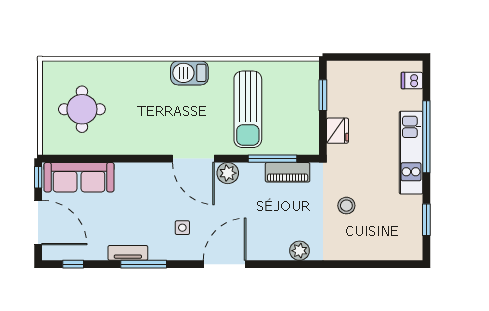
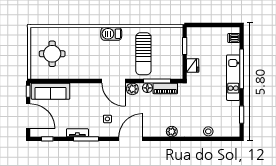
floor lamp: (255, 171) -> (147, 88), added
stool: (346, 206) -> (208, 131), moved

